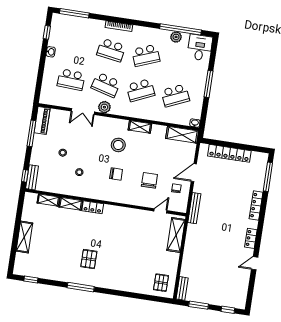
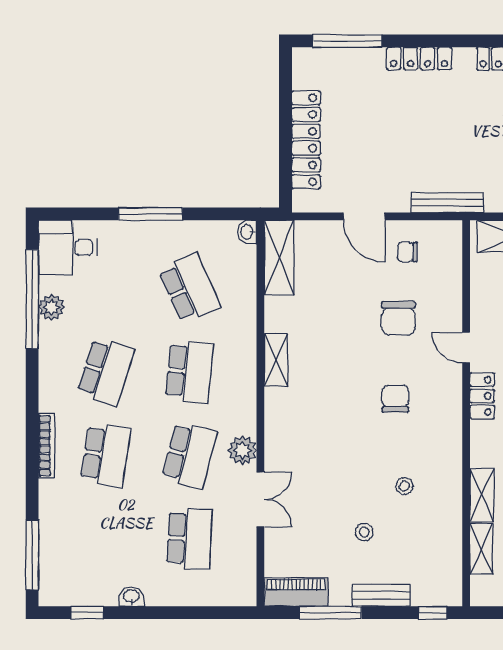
school desk: (146, 55) -> (106, 372), turned 39
school desk: (141, 90) -> (189, 372), turned 30
stool: (118, 145) -> (326, 404), removed
bench: (32, 177) -> (381, 595), moved
chair: (149, 180) -> (398, 318), turned -90
locker: (93, 207) -> (482, 396), moved
door: (160, 211) -> (466, 348), moved

